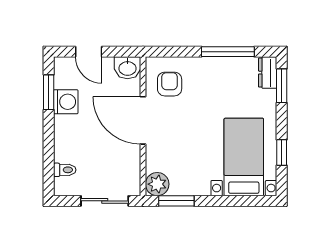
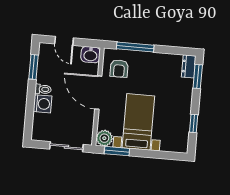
window: (228, 52) -> (135, 47), moved
armchair: (170, 84) -> (119, 69), turned 180
washing machine: (66, 102) -> (43, 104), moved
bed with nightstands: (244, 157) -> (138, 122), moved
toilet: (65, 170) -> (43, 89), moved

